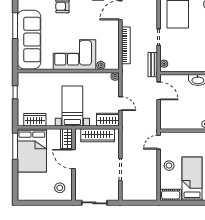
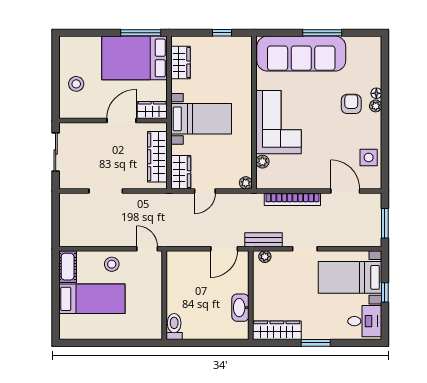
stool: (60, 188) -> (76, 84), moved

